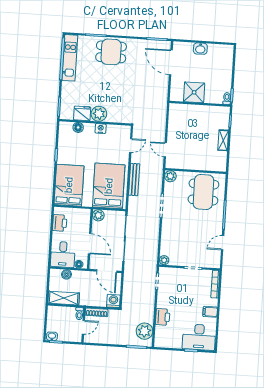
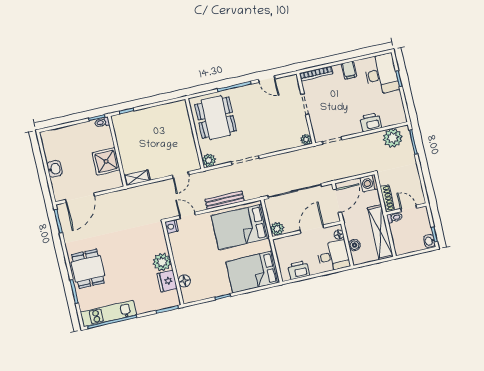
nightstand: (101, 129) -> (172, 227), moved
shelving: (223, 140) -> (137, 178), moved
dining table: (203, 192) -> (216, 118), turned 90
shelving: (64, 298) -> (380, 232), width x1.47

